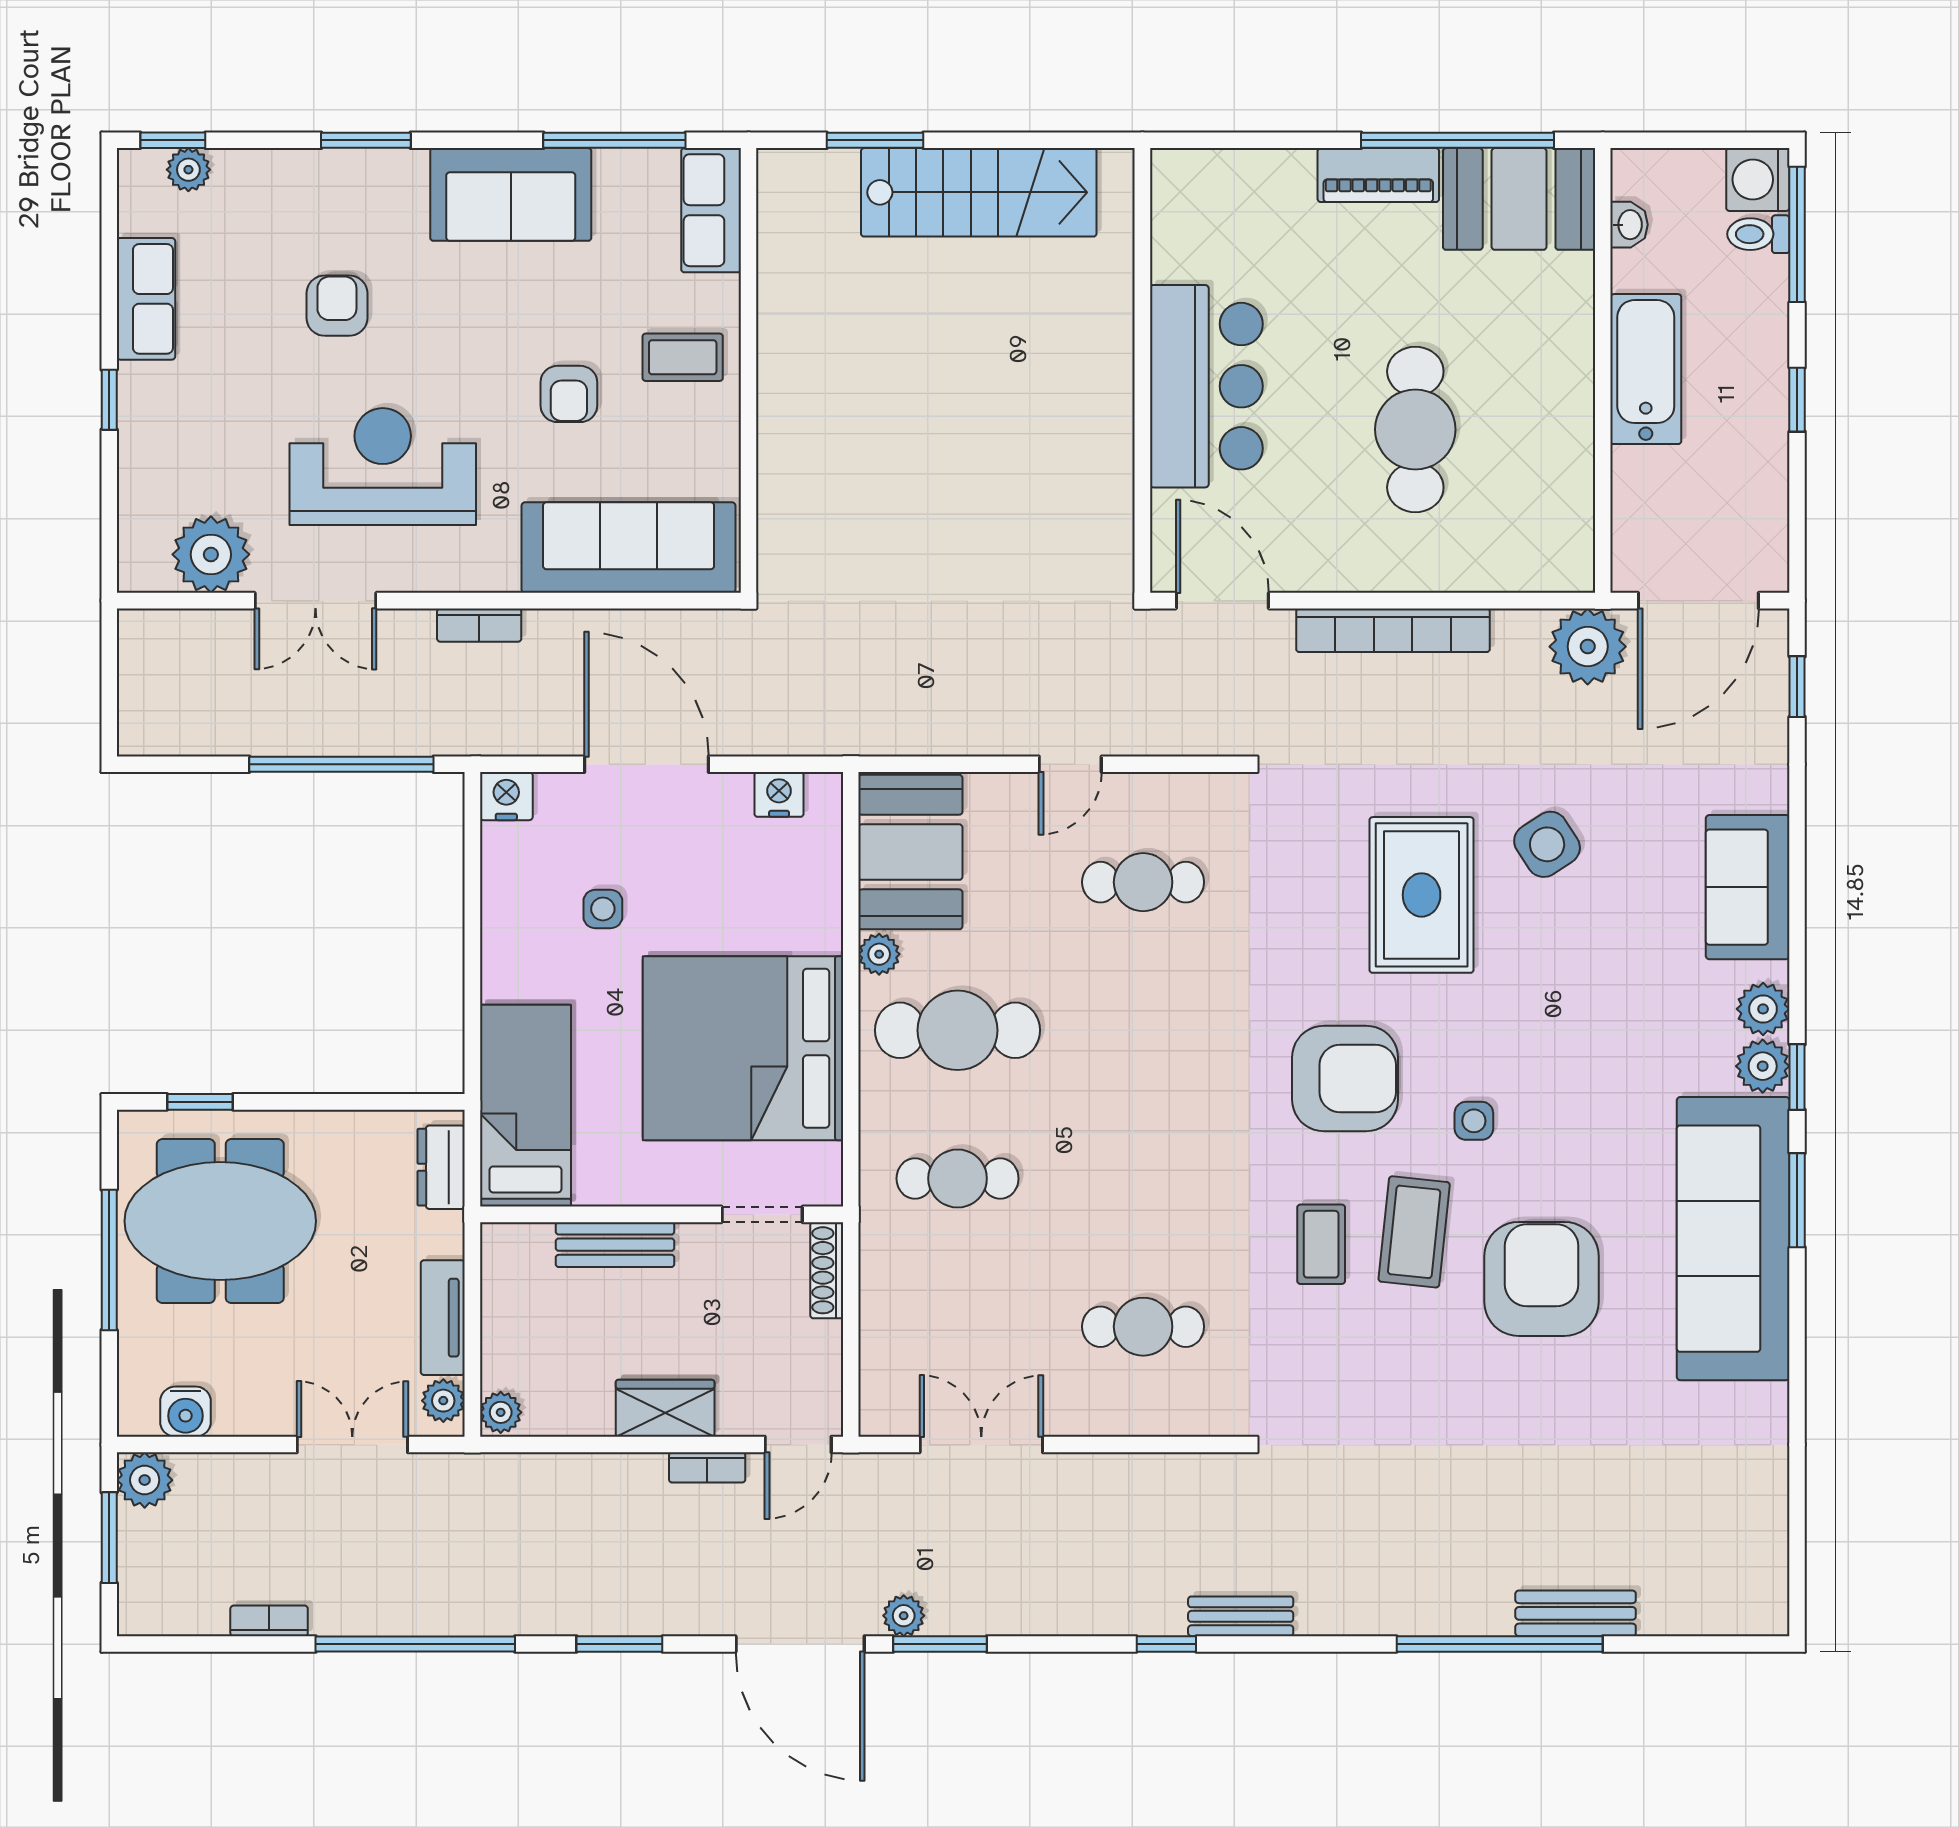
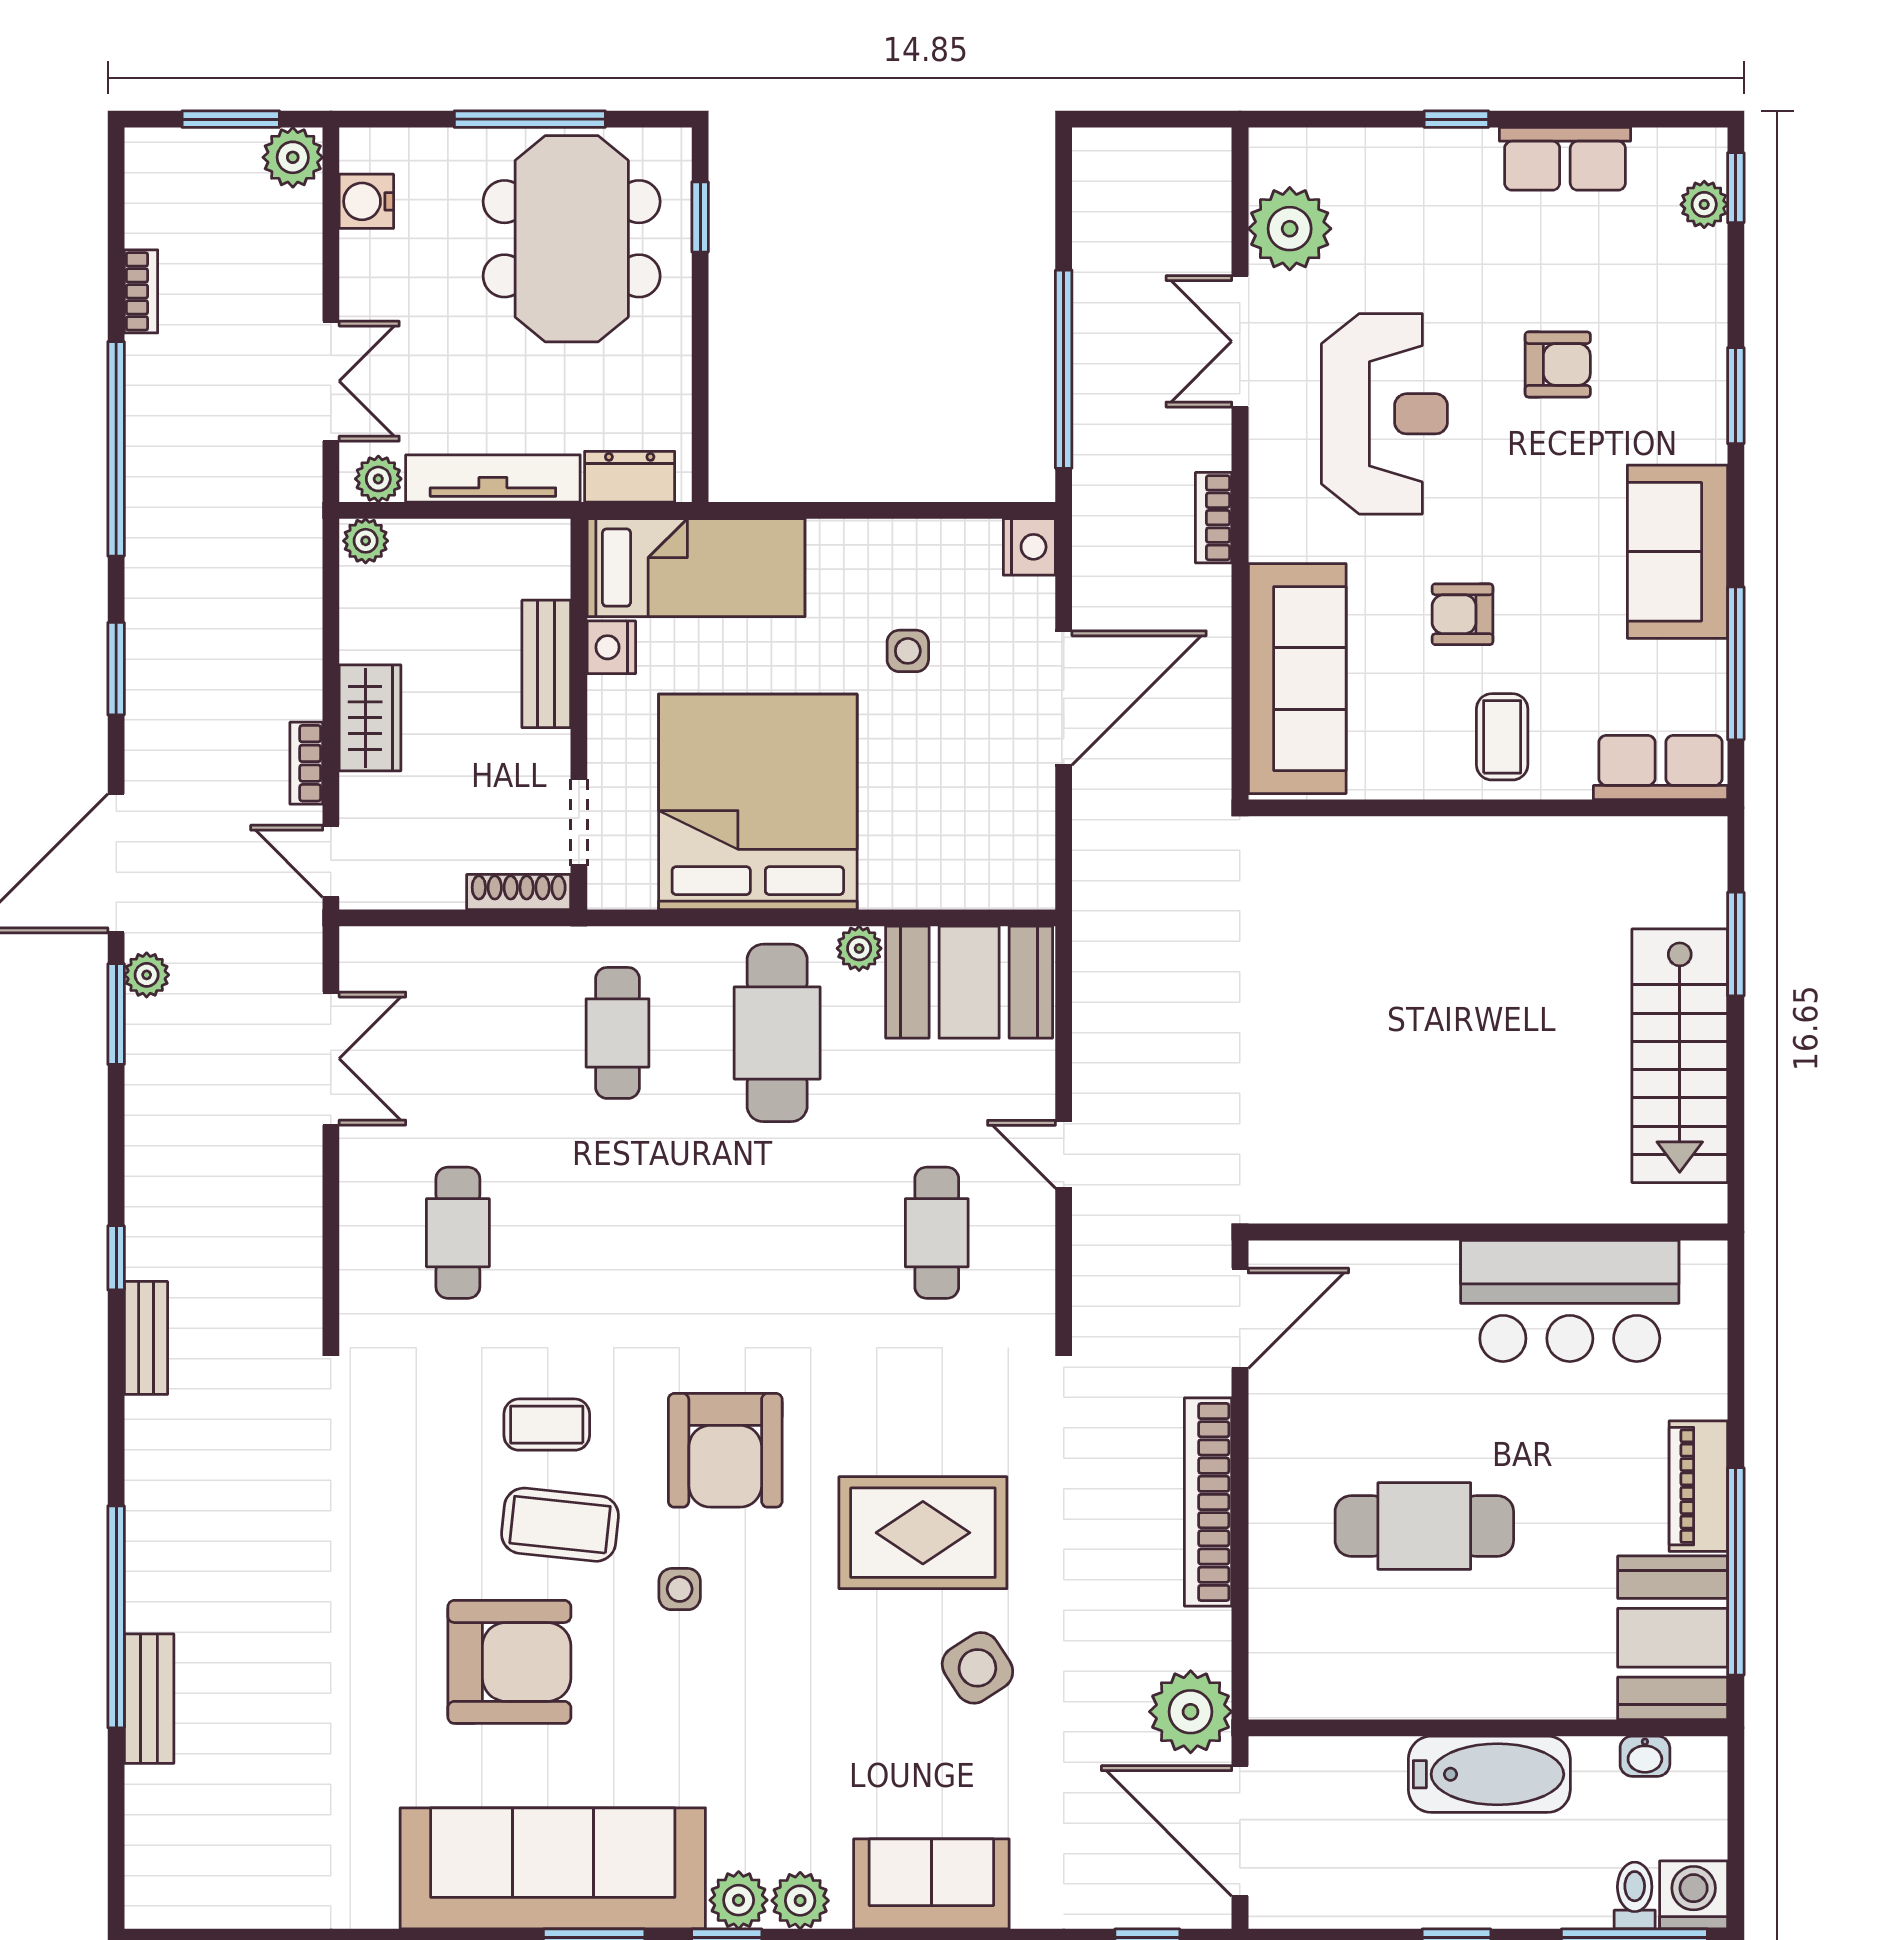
bar counter: (1206, 386) -> (1570, 1301), moved
nightstand: (779, 794) -> (611, 647), moved, turned 180
tv unit: (443, 1318) -> (493, 478), width x1.41

